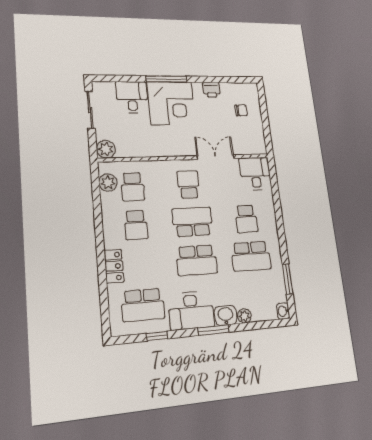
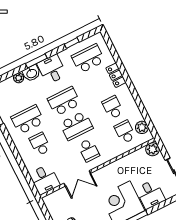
desk: (191, 310) -> (52, 69), width x0.73

